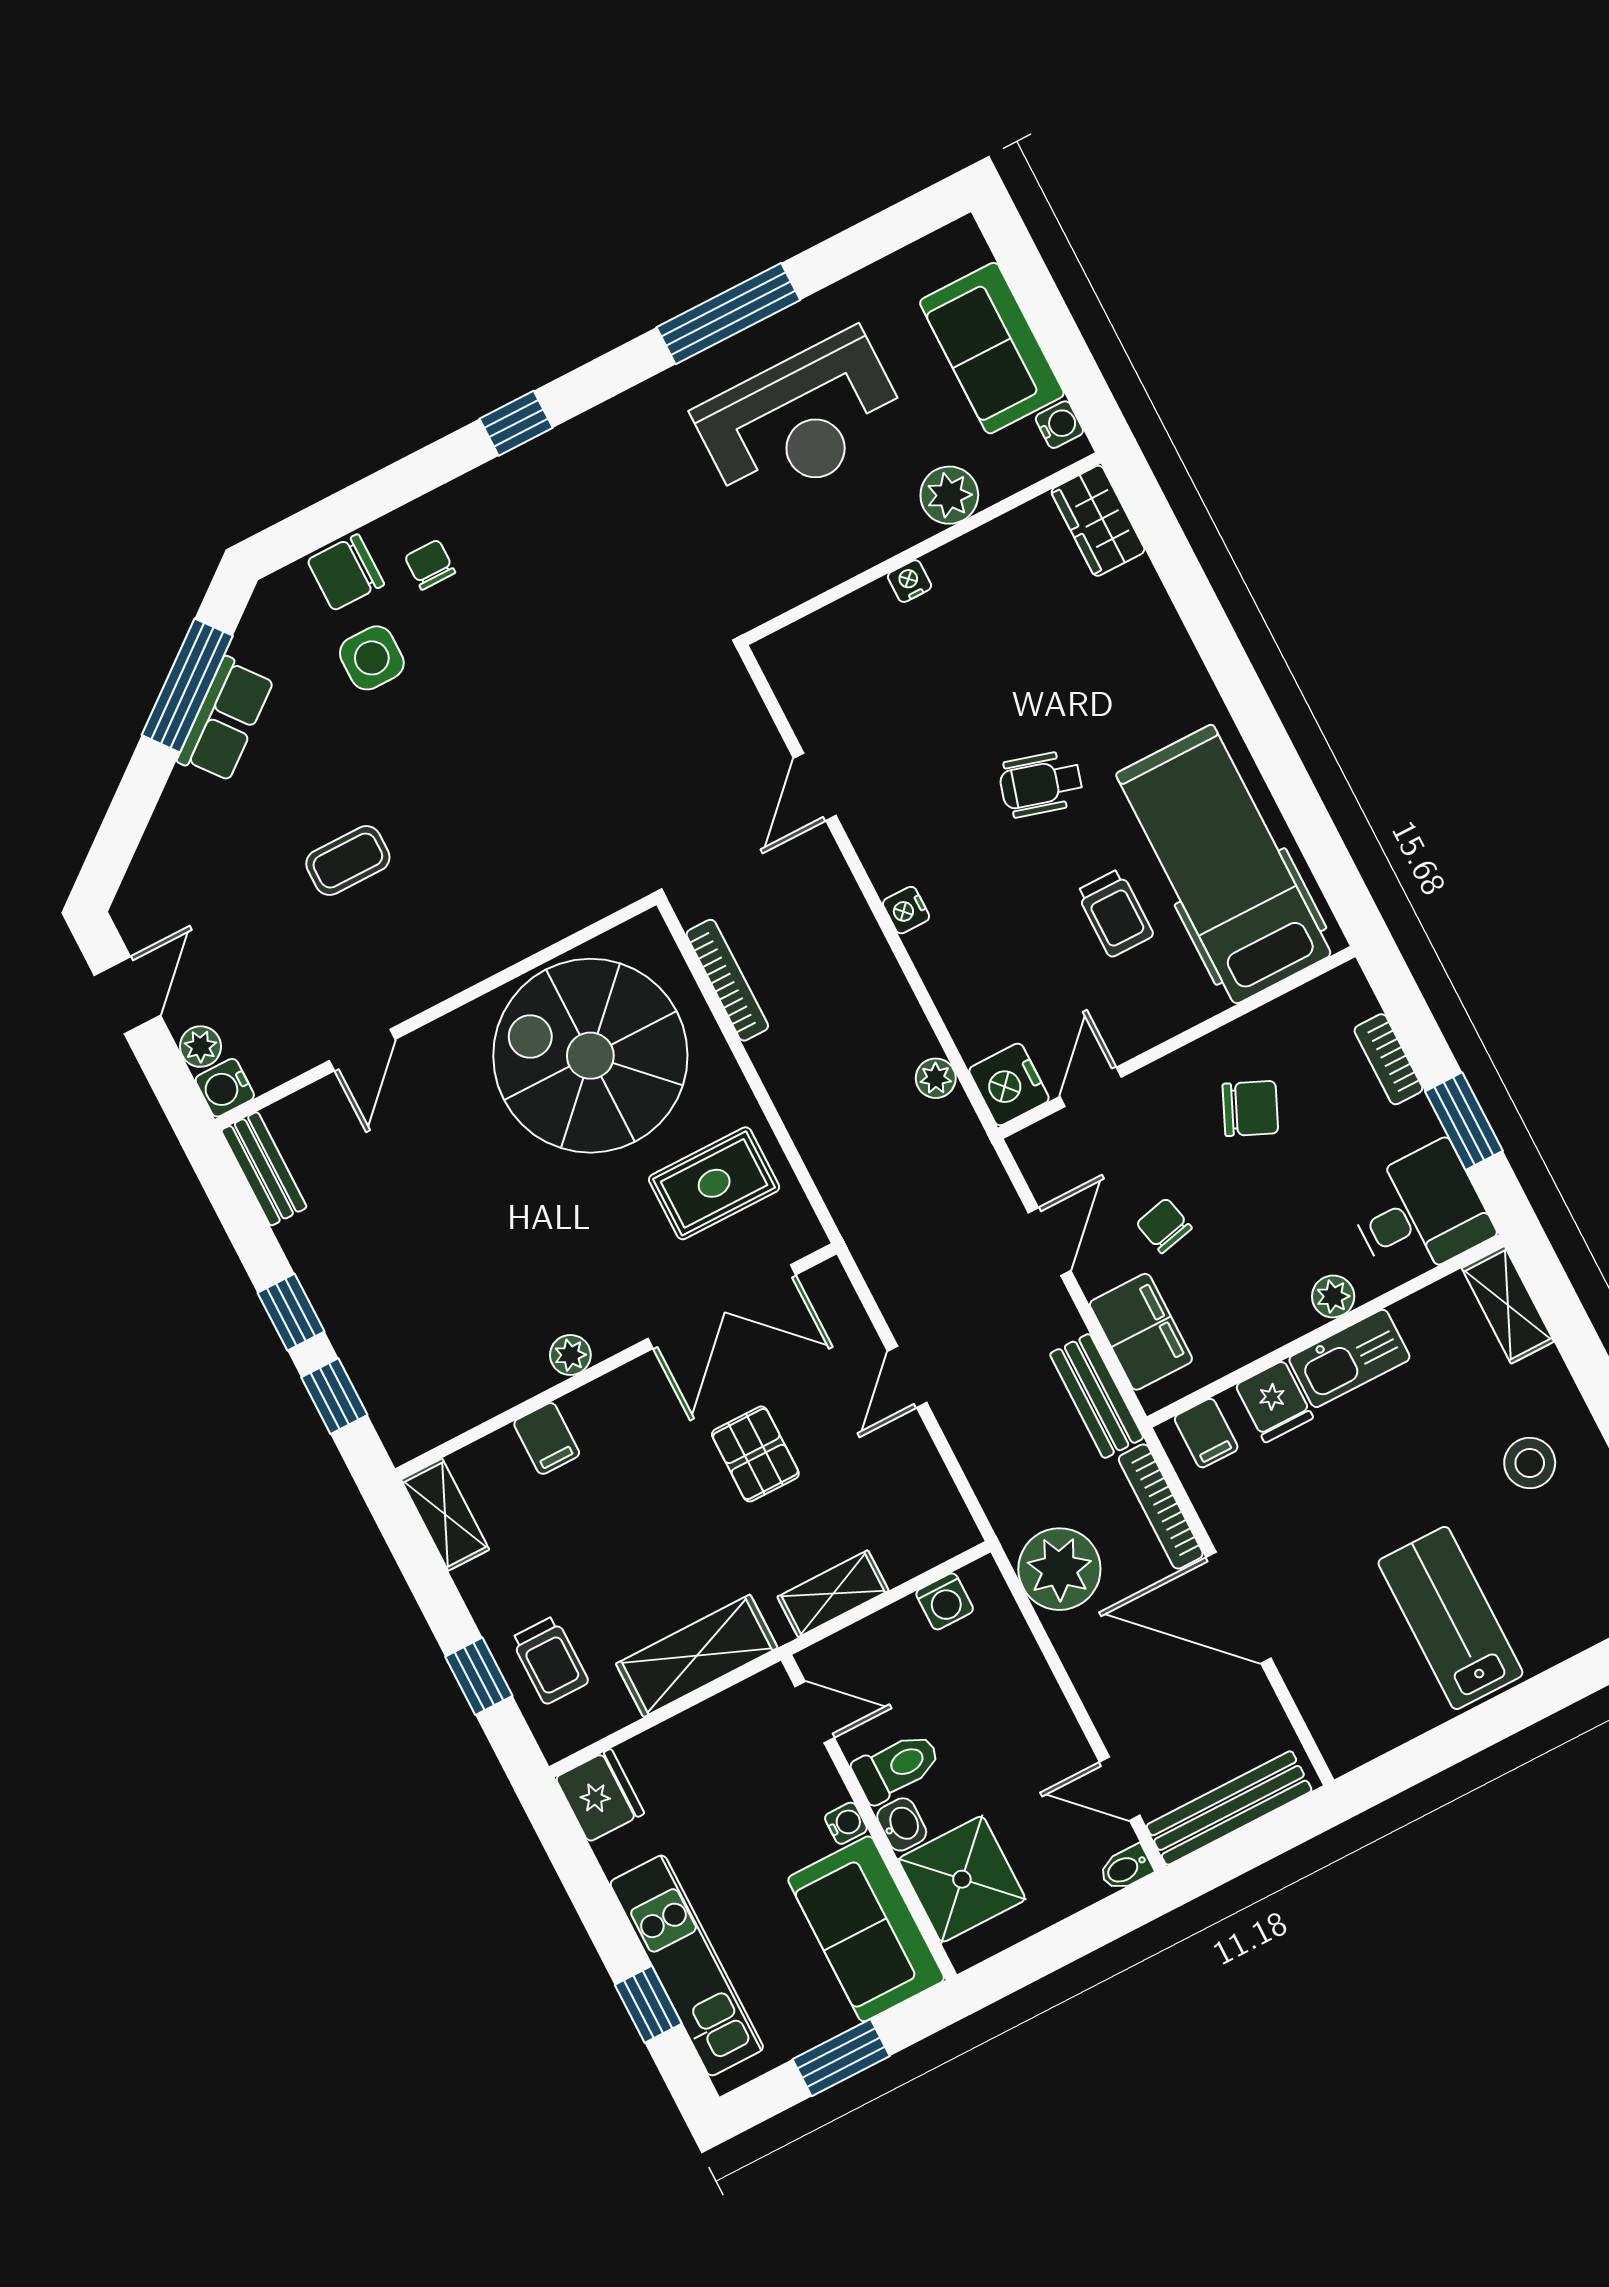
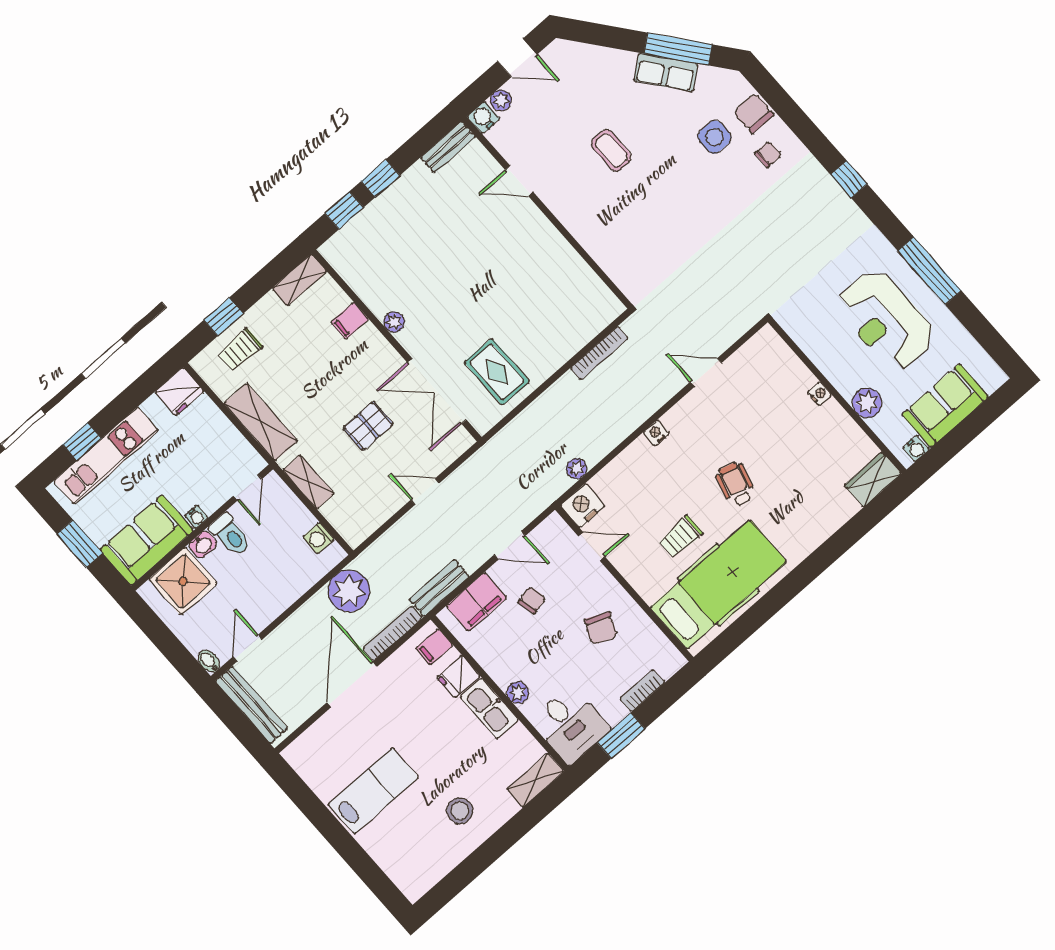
spiral stairs: (590, 1056) -> (545, 295), removed

